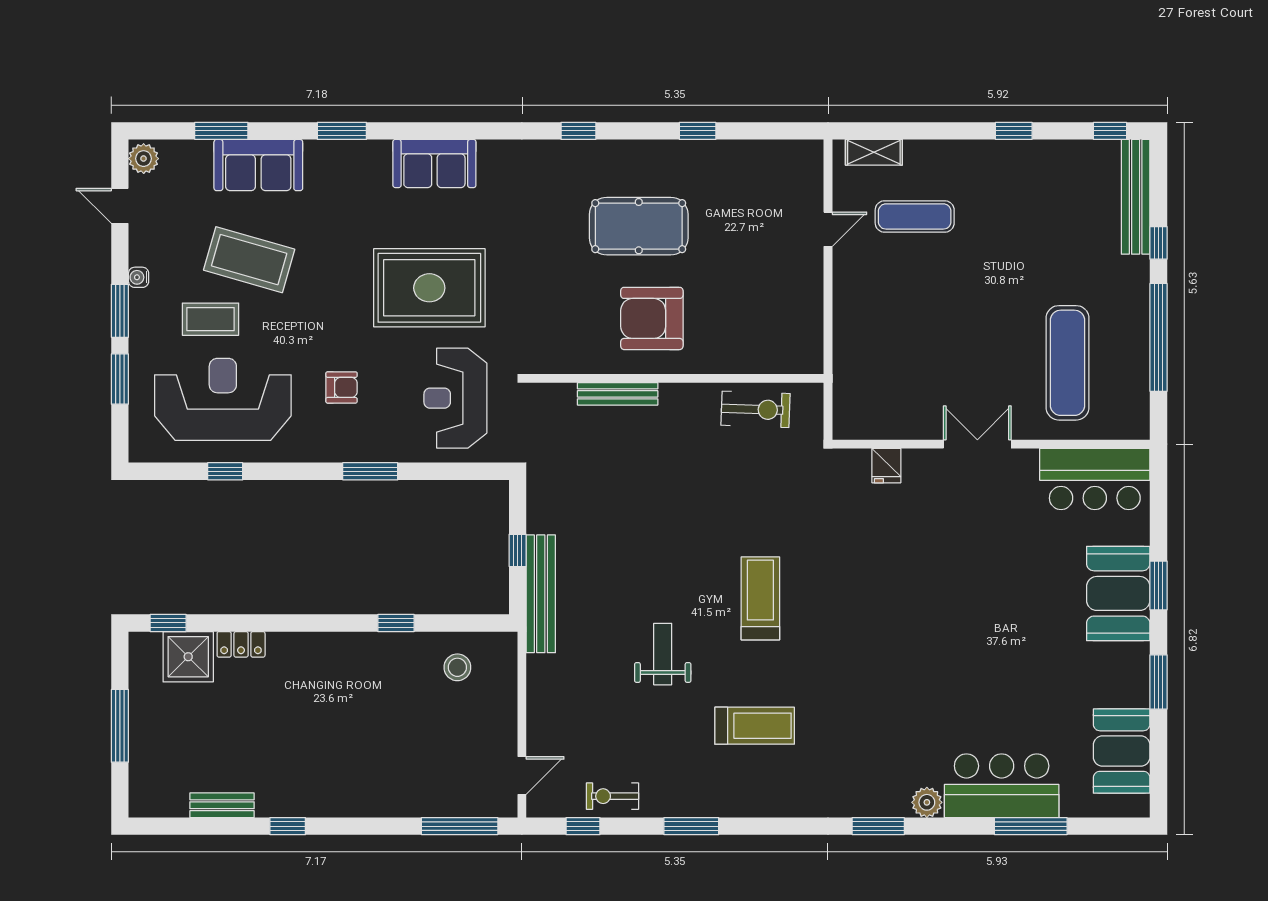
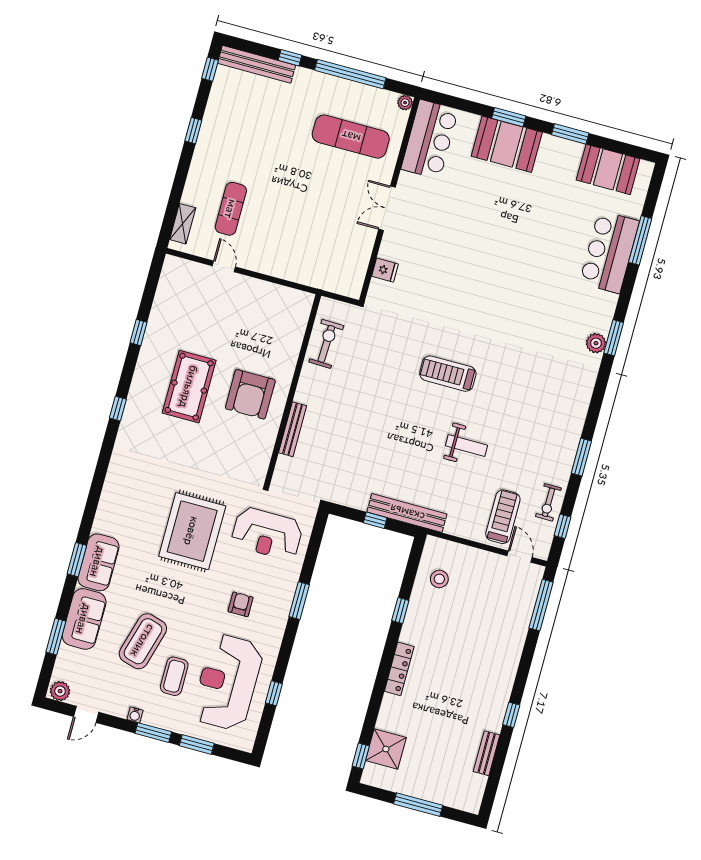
sofa: (434, 164) -> (98, 562), moved
plant: (1139, 429) -> (405, 103), added
locker: (241, 644) -> (399, 669), moved, width x1.53
weight bench: (663, 654) -> (466, 446), turned 180
treadmill: (755, 726) -> (503, 517), moved
plant: (927, 802) -> (596, 343), moved

